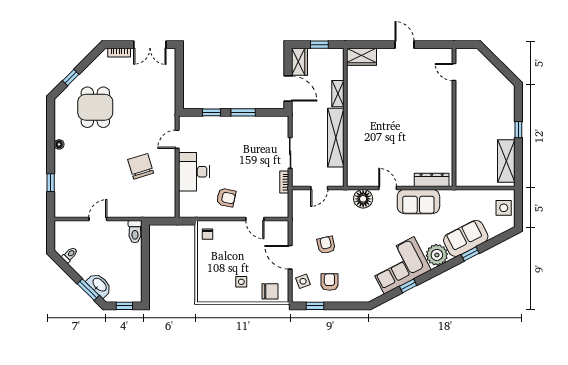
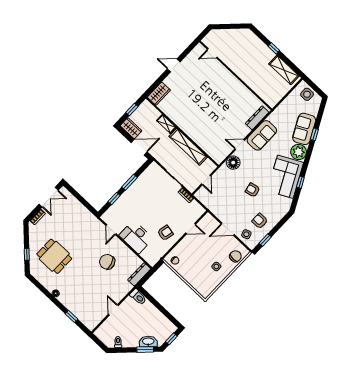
dresser: (159, 211) -> (139, 274), added
armchair: (326, 245) -> (253, 190), moved

